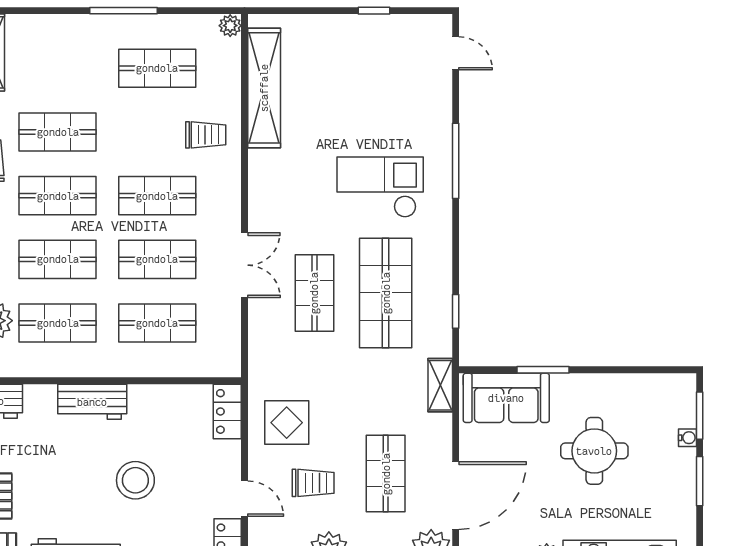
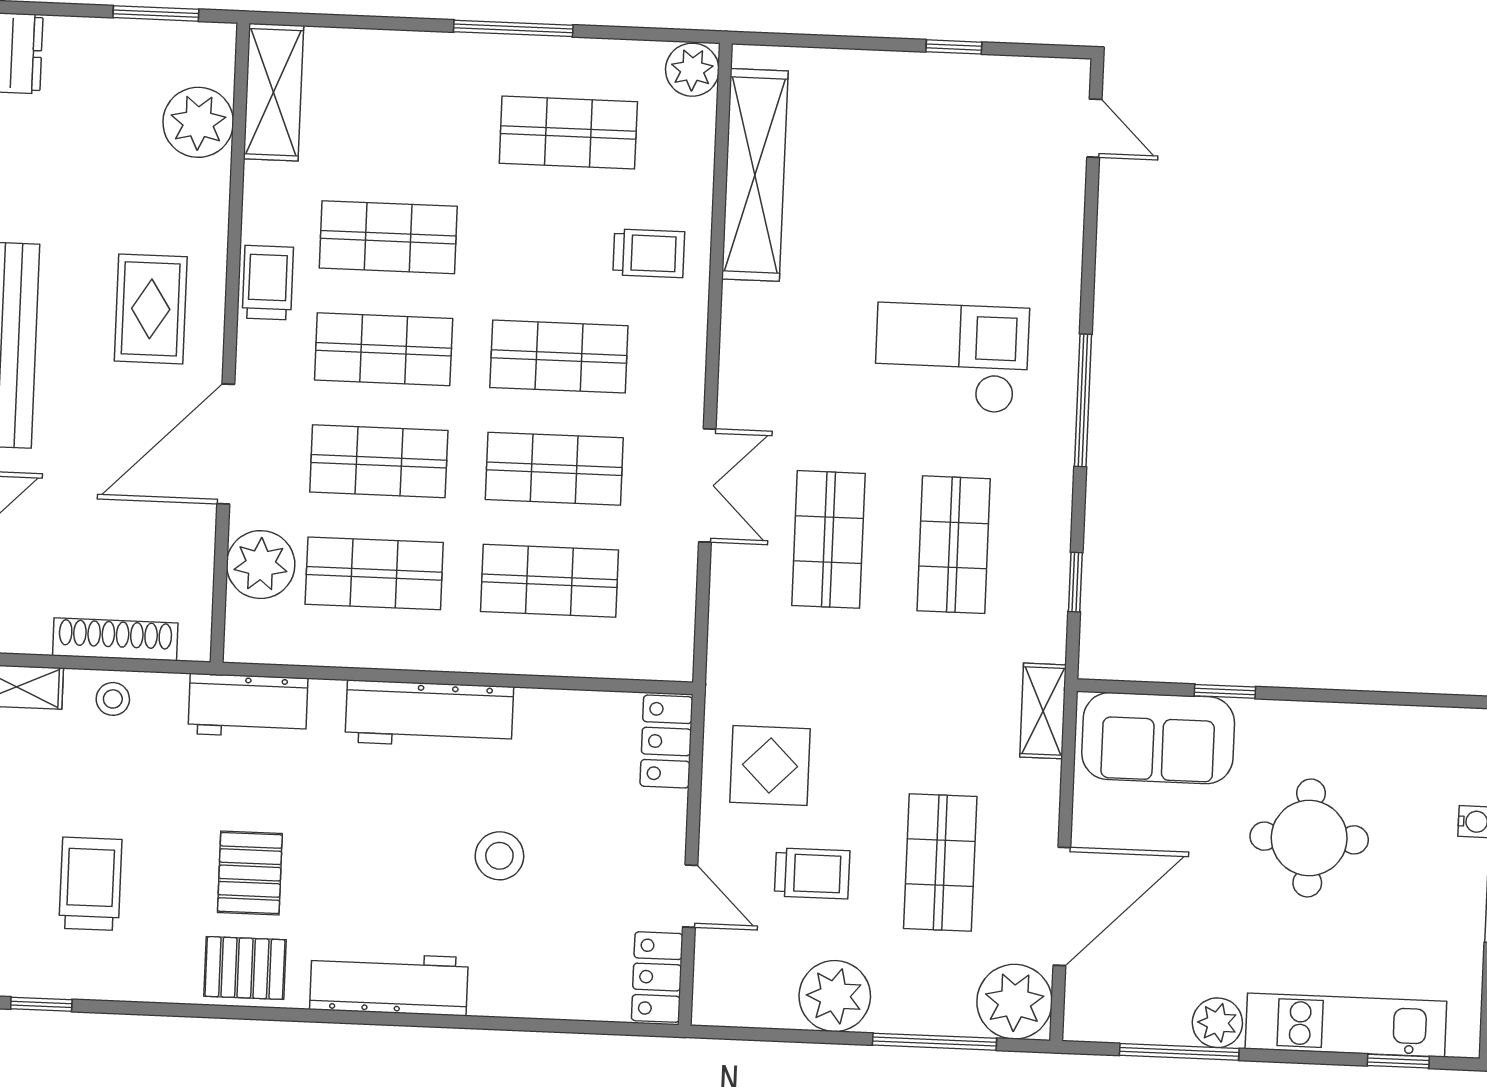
plant: (230, 26) -> (692, 70), width x1.38, depth x1.38
window: (456, 161) -> (1083, 400), moved
shop shelf: (386, 293) -> (954, 545), width x0.70, depth x0.74
window: (543, 370) -> (1225, 691), width x0.67
workbench: (92, 402) -> (429, 714), width x1.38
stool: (135, 480) -> (499, 856), width x0.73, depth x0.73

